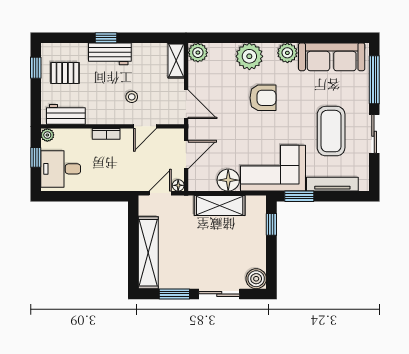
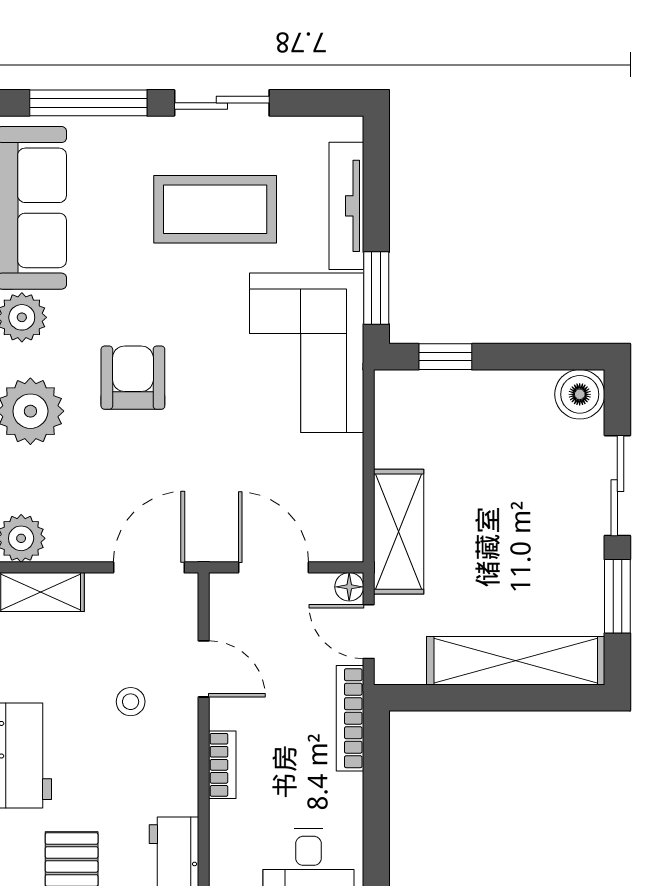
floor lamp: (228, 180) -> (336, 463), removed
bookcase: (125, 186) -> (350, 718), added
shelving: (220, 205) -> (399, 532), moved

